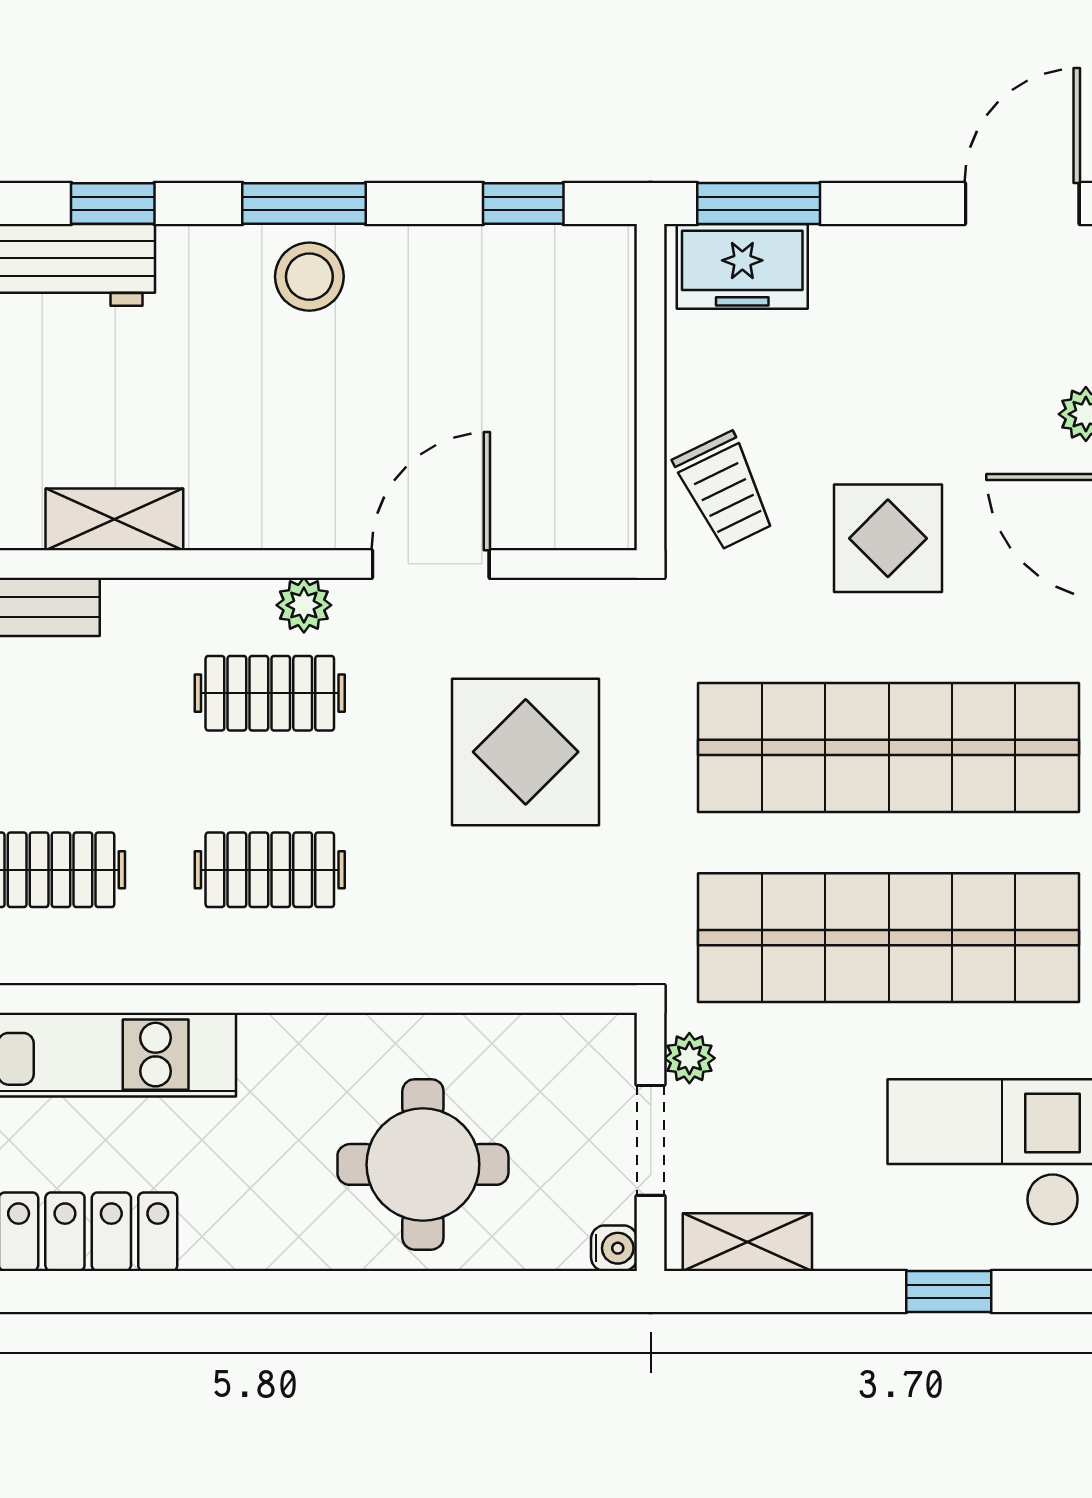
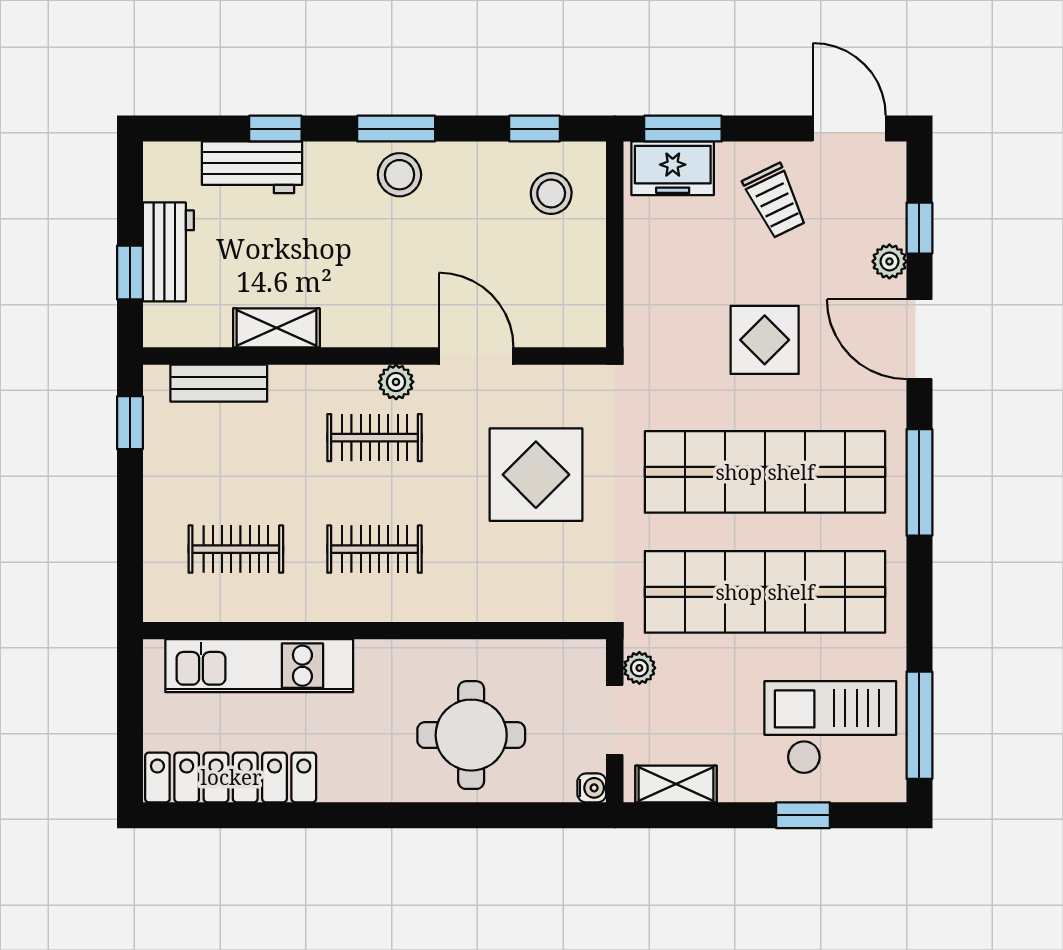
door: (1022, 204) -> (849, 129), hinge flipped
stool: (550, 306) -> (551, 193), added
trolley: (725, 491) -> (775, 201), moved
door: (431, 564) -> (476, 356), hinge flipped

